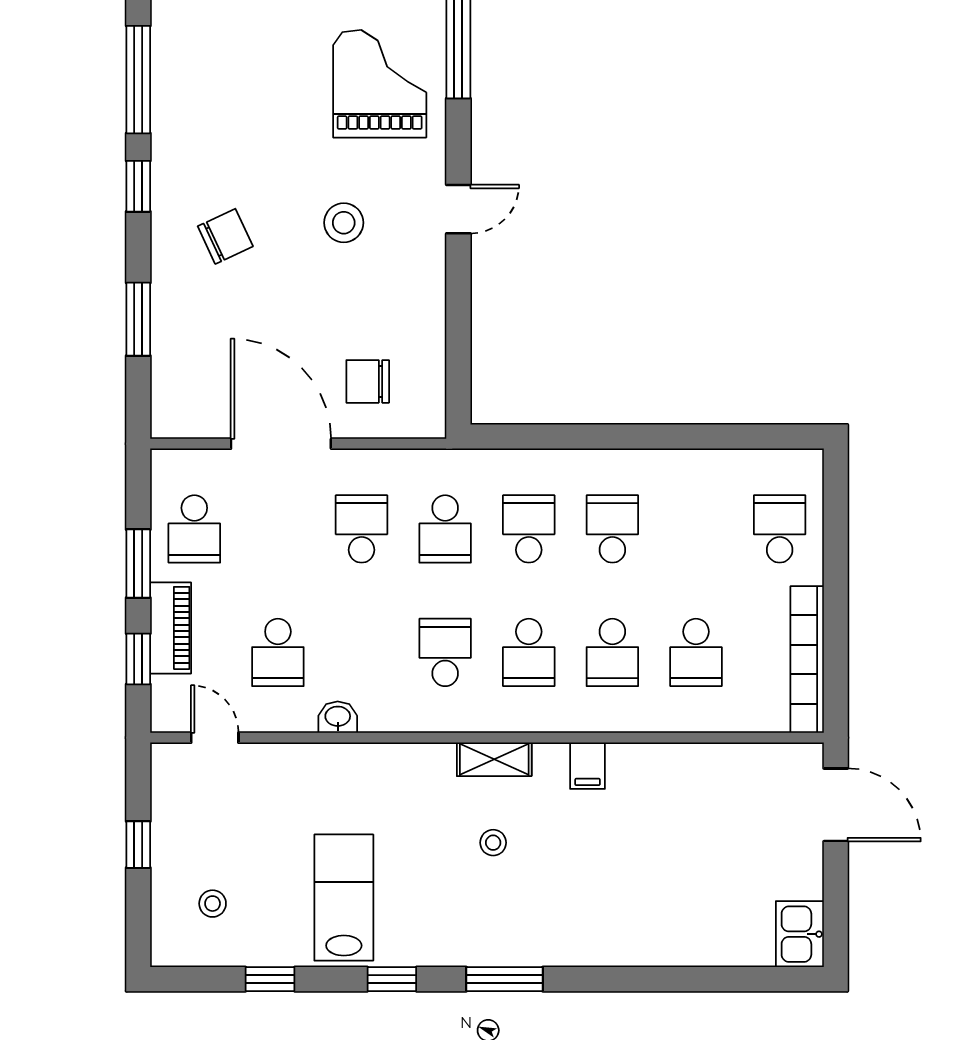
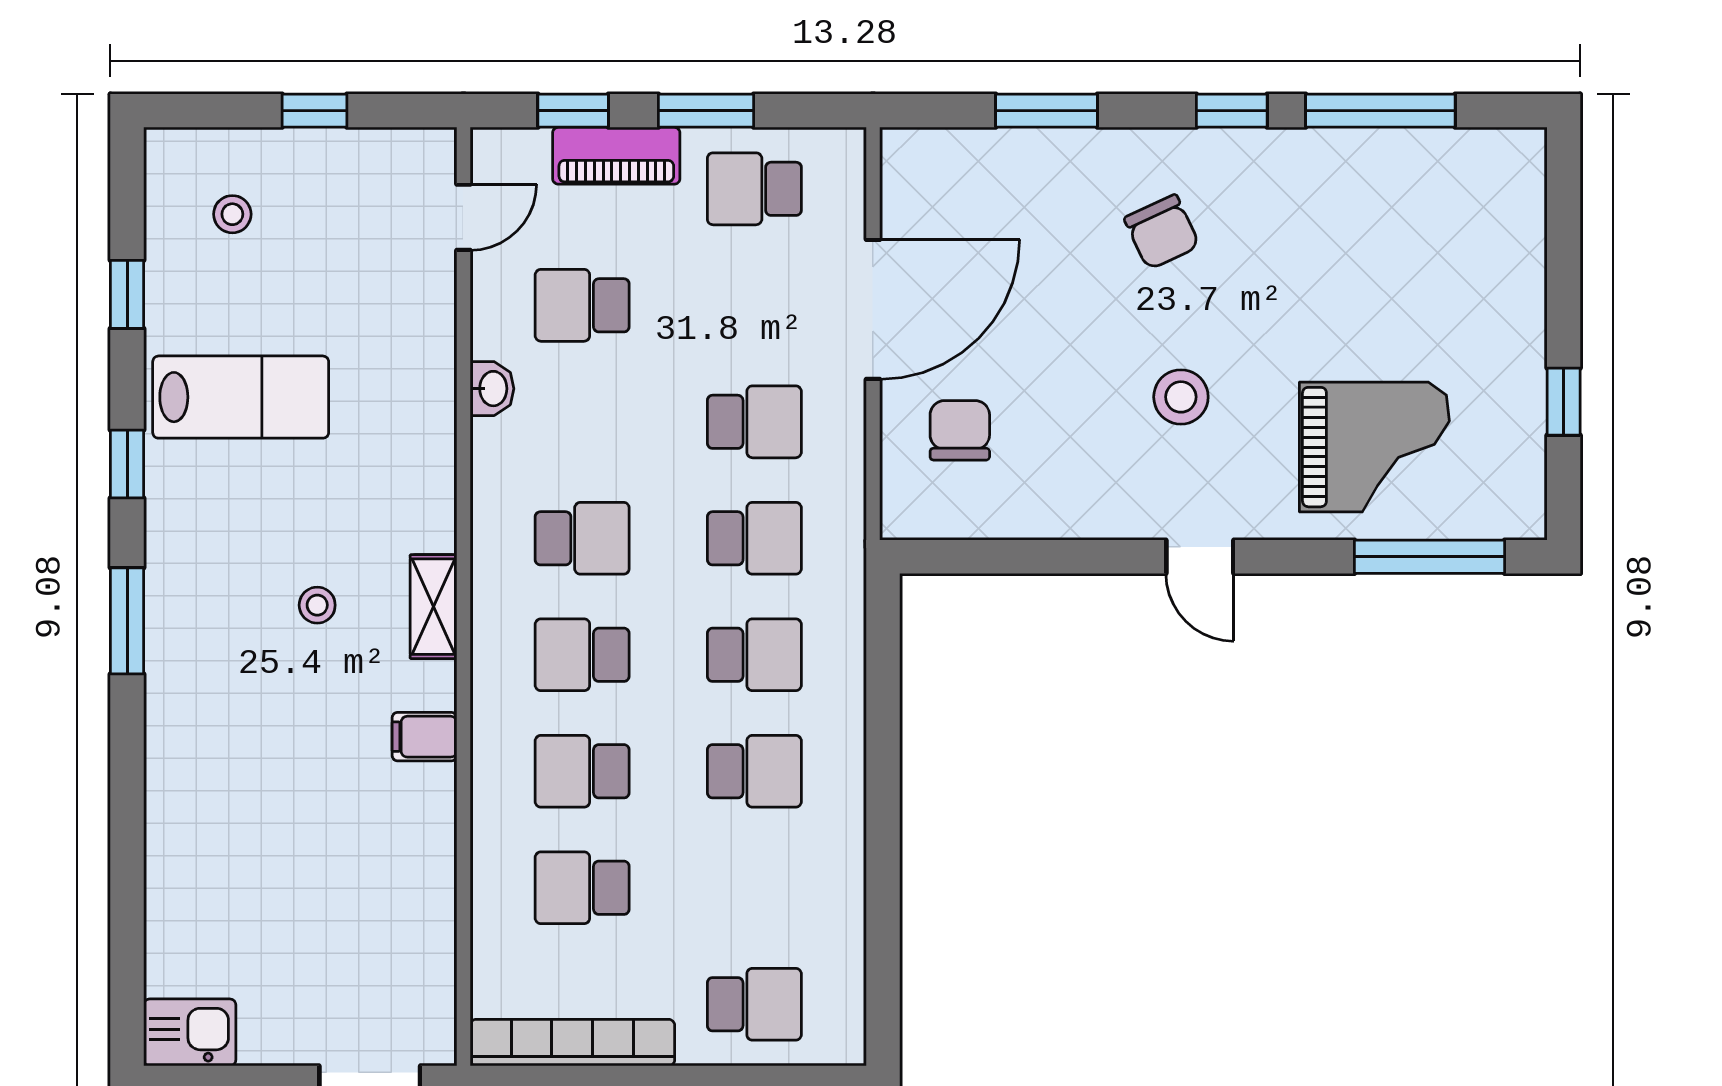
school desk: (445, 529) -> (754, 538), turned 180

